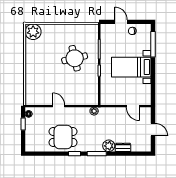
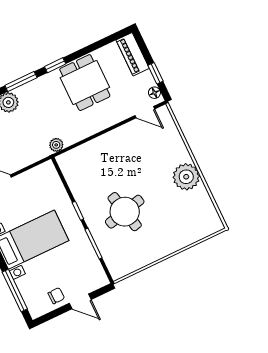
plant: (33, 32) -> (186, 177), moved
door: (59, 106) -> (145, 112), moved
dining table: (63, 137) -> (85, 83), turned 90
piano: (30, 140) -> (133, 54), added

